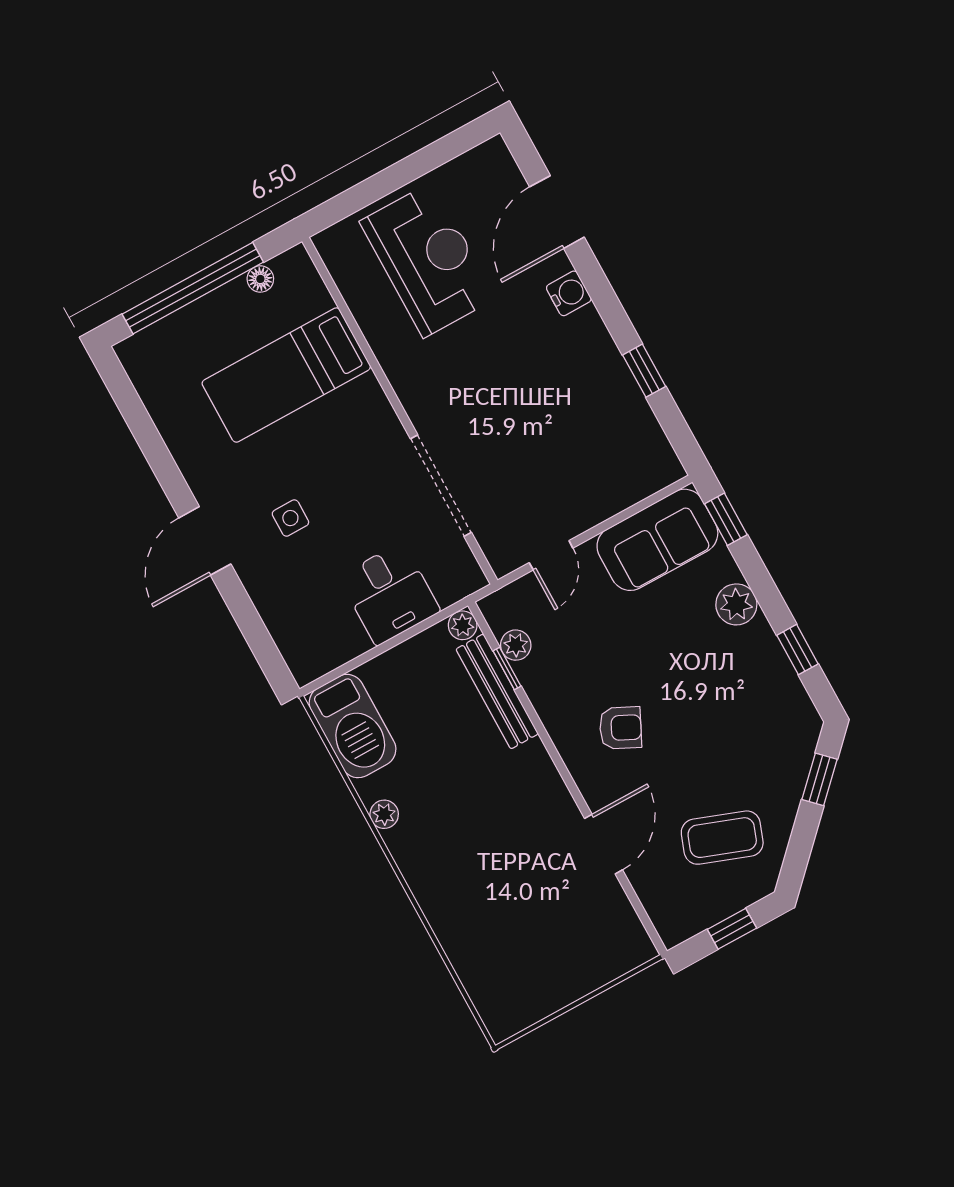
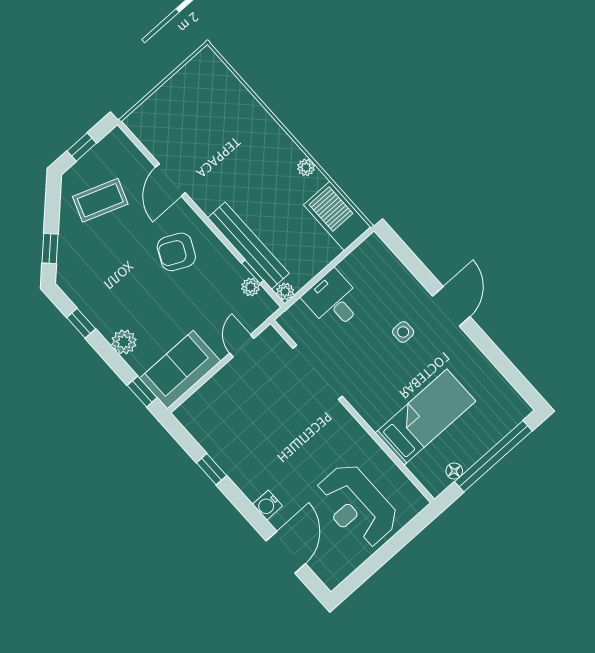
bench: (497, 691) -> (248, 246), width x1.37, depth x1.21
armchair: (620, 728) -> (176, 252), width x1.38, depth x1.38

